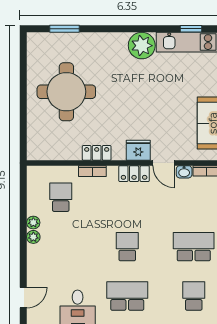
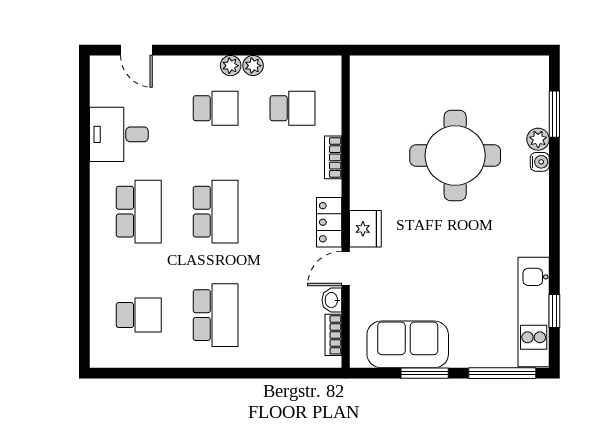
water cooler: (95, 38) -> (540, 162), added
plant: (142, 46) -> (538, 139), moved, width x0.53, depth x0.53
round table: (66, 92) -> (455, 155), moved
locker: (97, 153) -> (361, 164), removed
school desk: (61, 247) -> (216, 108), added
school desk: (127, 247) -> (216, 212), width x1.85

